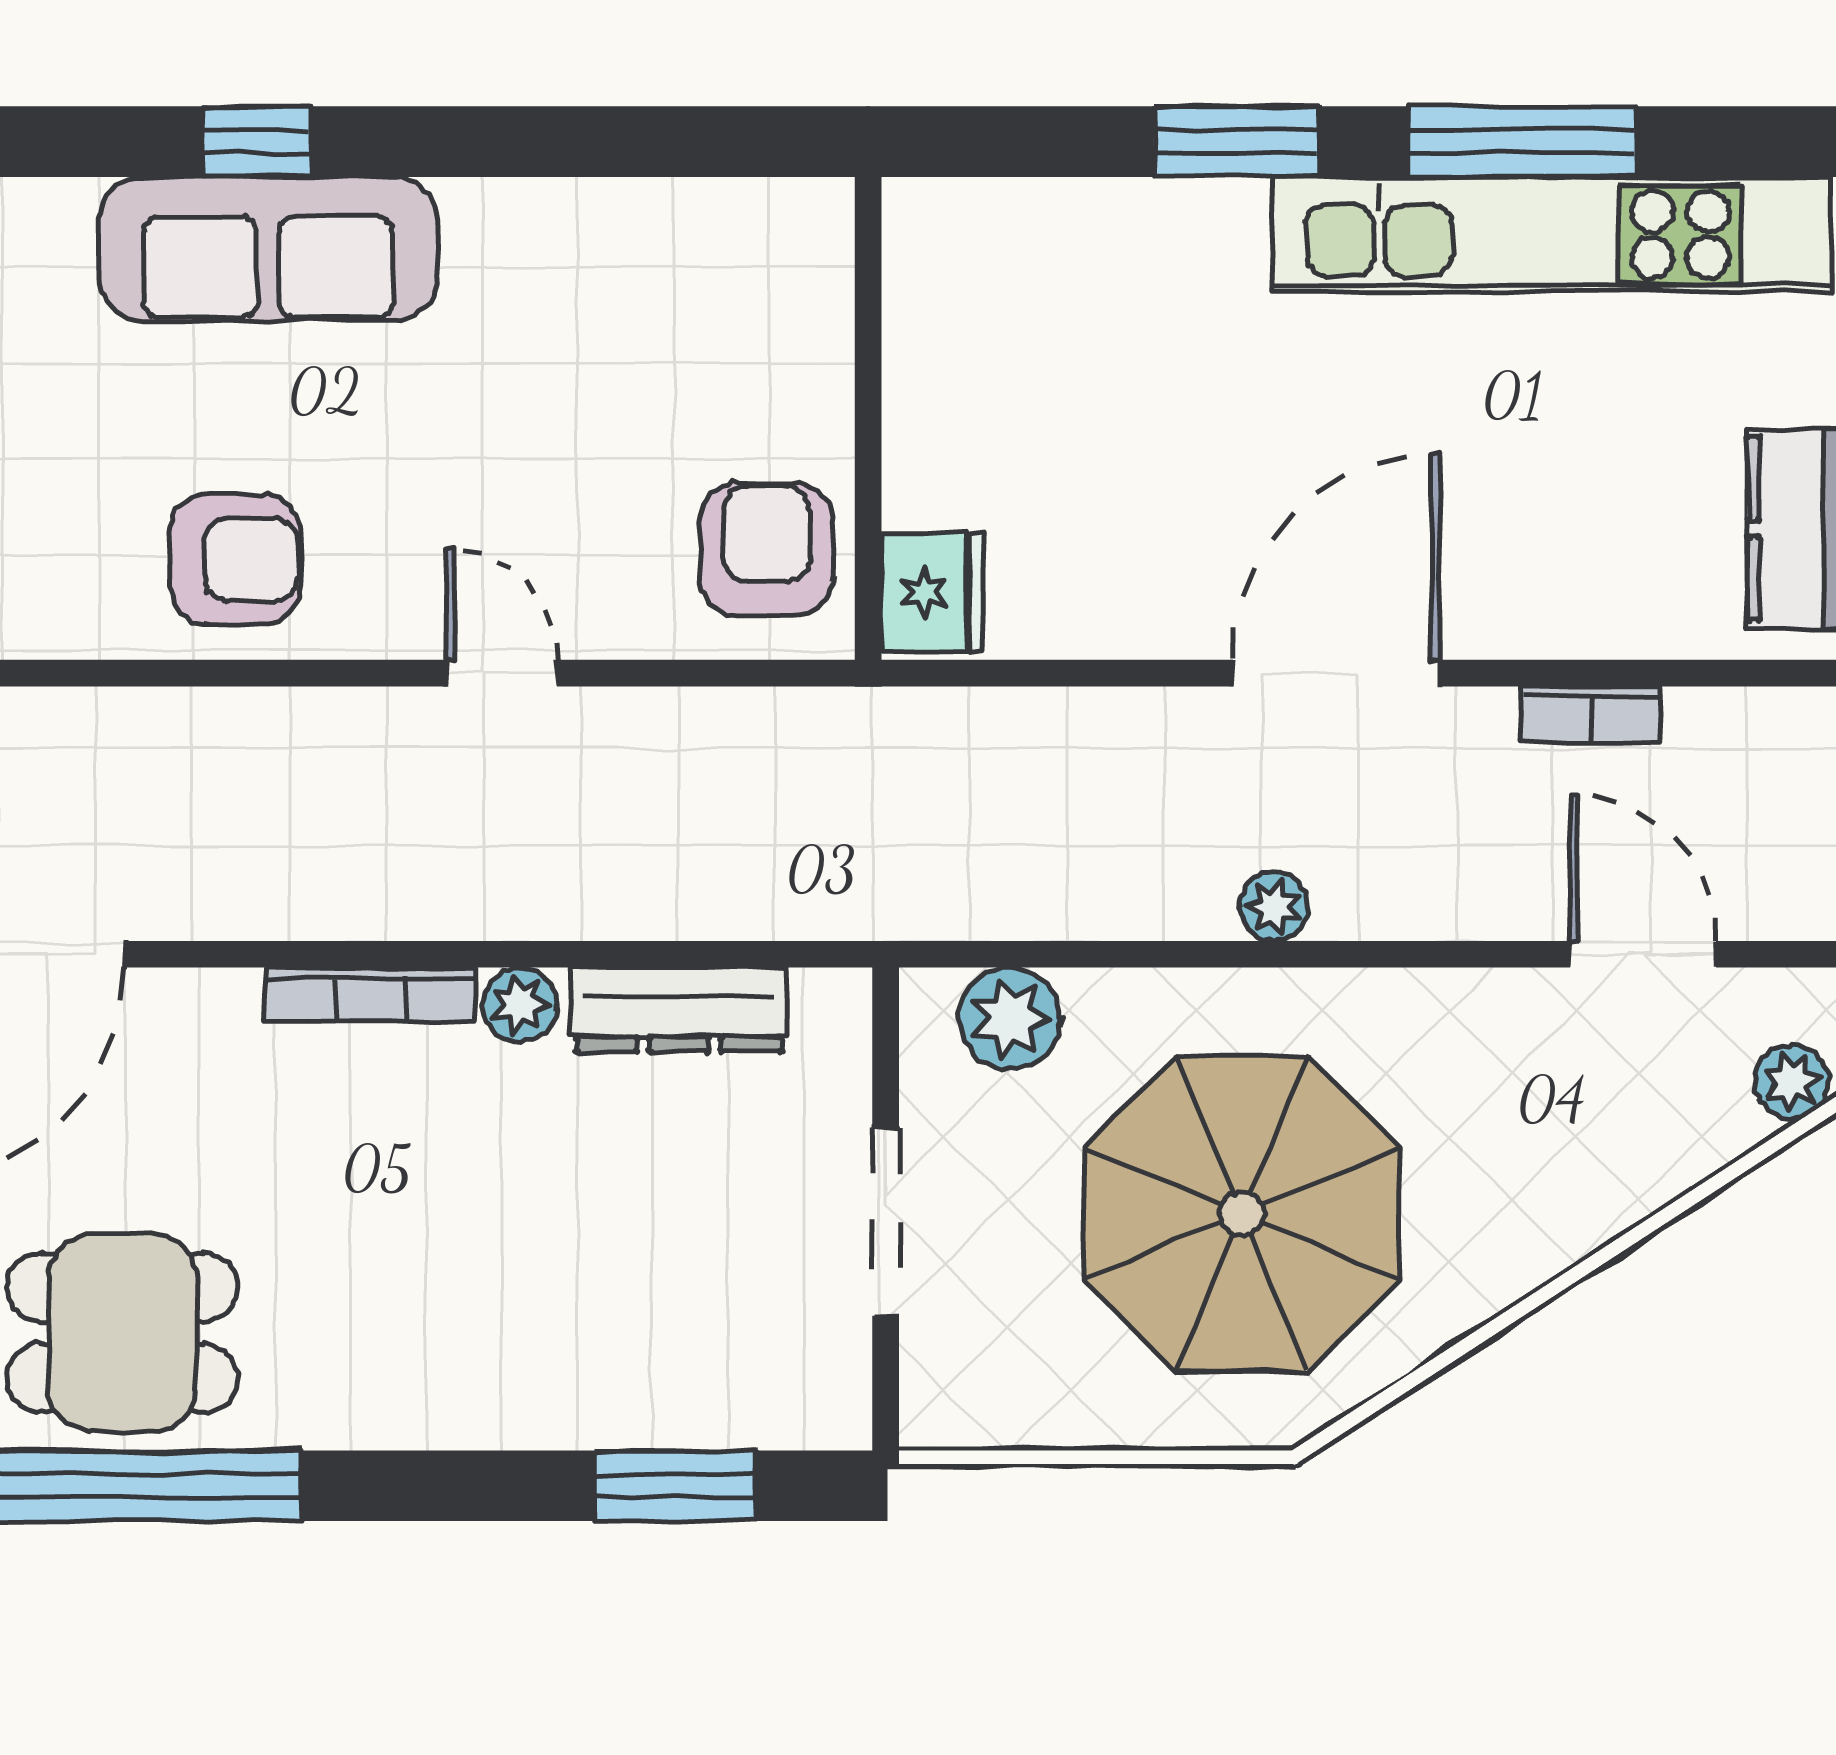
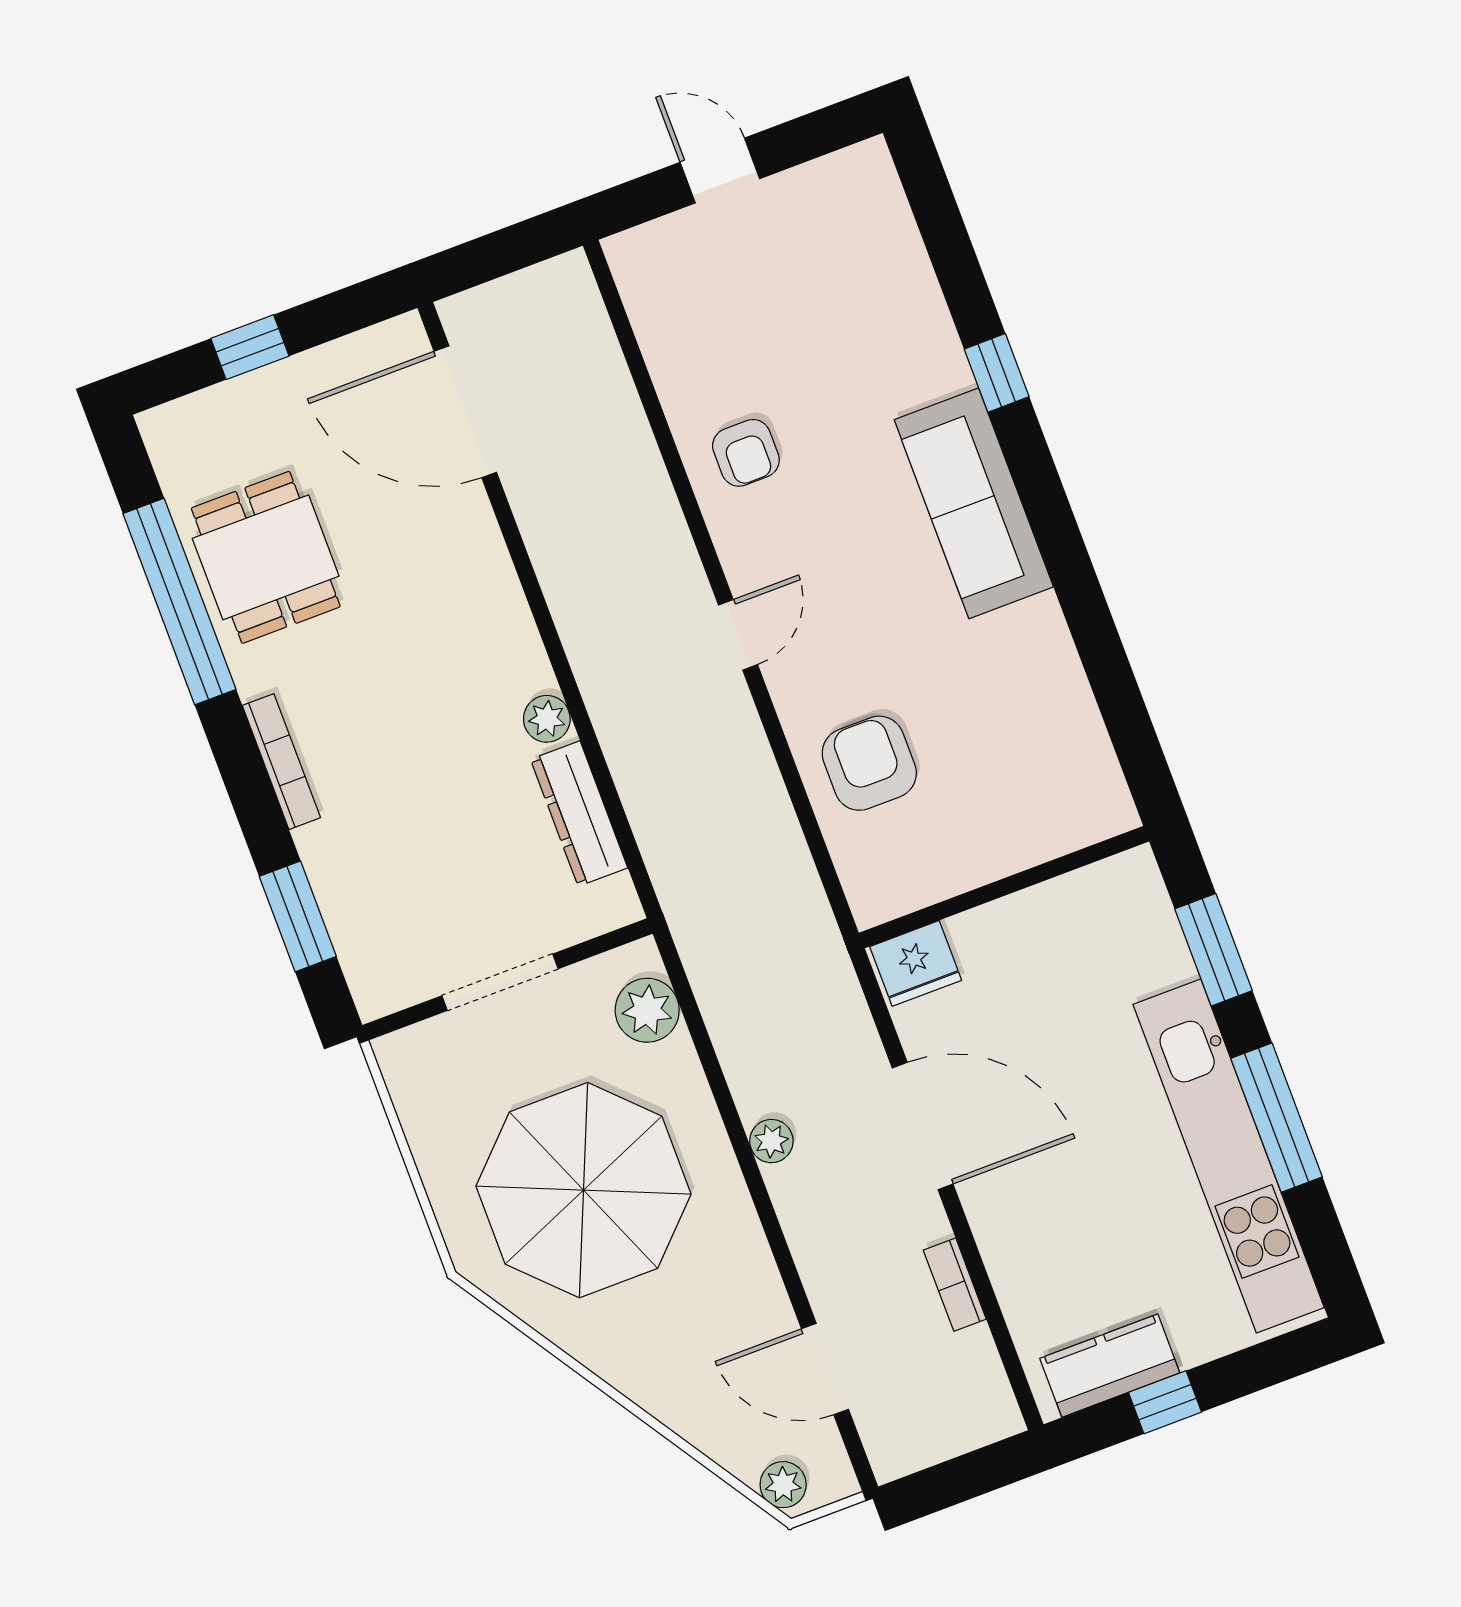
sofa: (268, 249) -> (974, 503), moved
wall: (868, 418) -> (1004, 887), moved
armchair: (766, 550) -> (869, 763), turned -90
armchair: (235, 560) -> (746, 453), width x0.72, depth x0.72
fridge: (932, 593) -> (916, 963), moved
door: (1643, 954) -> (825, 1369), swing flipped
bookcase: (370, 994) -> (281, 762), moved, turned 180

